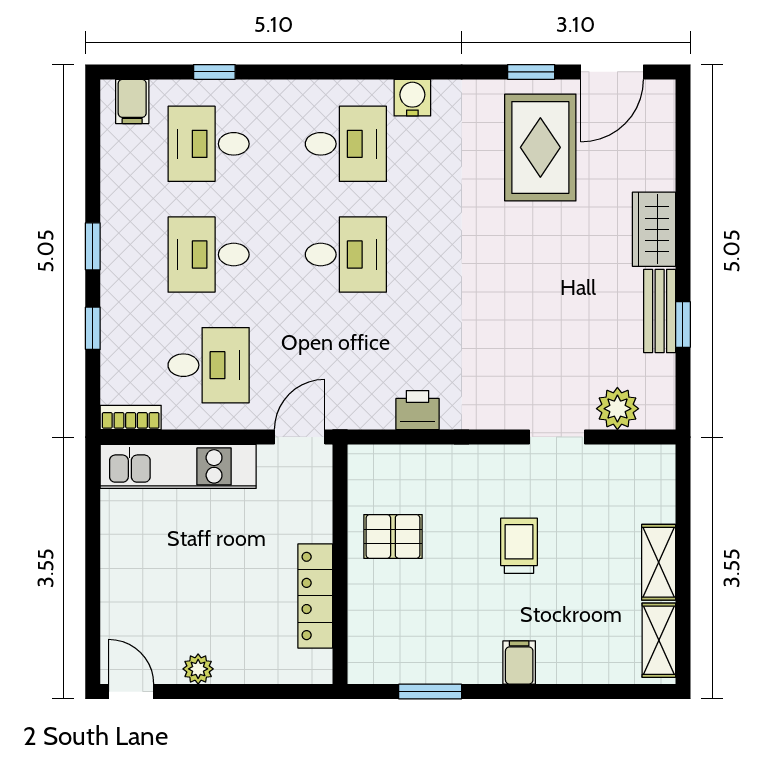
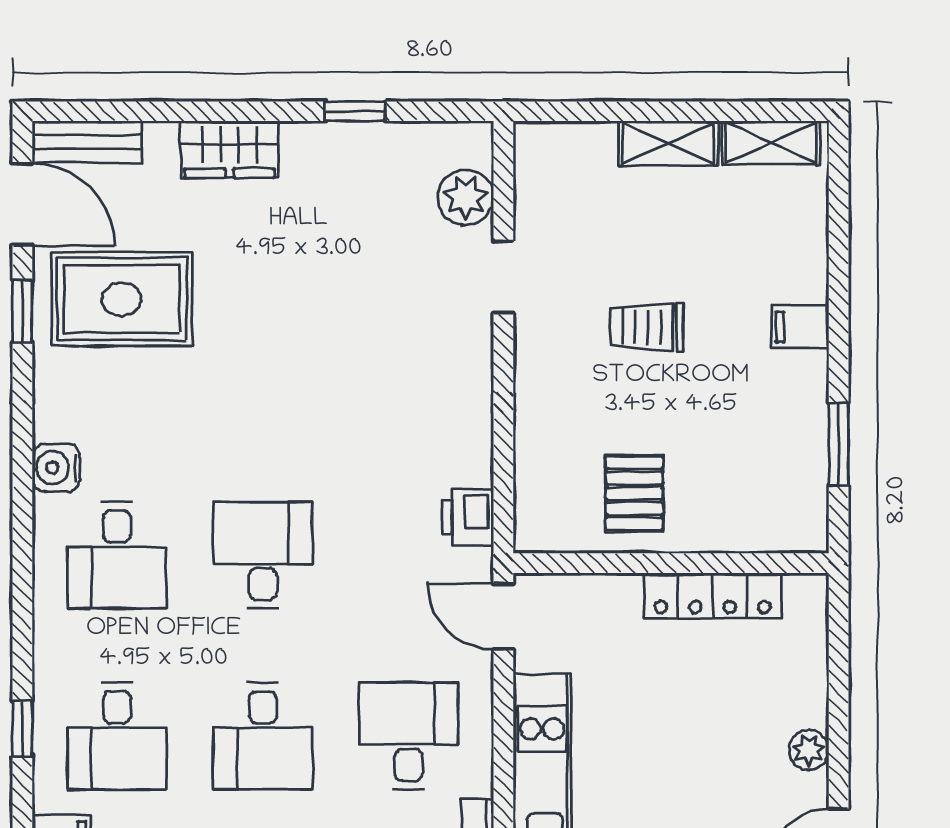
desk: (346, 144) -> (117, 555), turned 180
bench: (660, 311) -> (87, 142), moved
printer: (418, 410) -> (468, 517), moved

